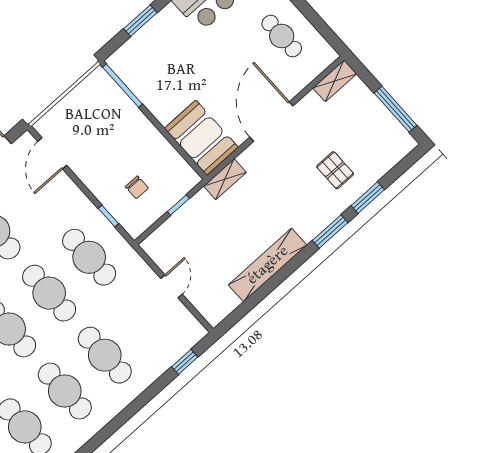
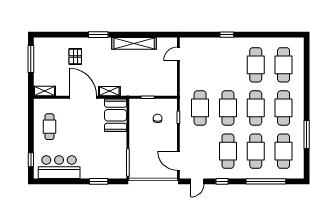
door: (271, 121) -> (83, 97), swing flipped
door: (52, 153) -> (178, 161), swing flipped
shelving: (225, 179) -> (109, 91), moved
window: (368, 198) -> (72, 35), removed
door: (172, 286) -> (178, 54), moved
cafe table: (105, 355) -> (228, 65), removed
window: (185, 362) -> (227, 35), moved

